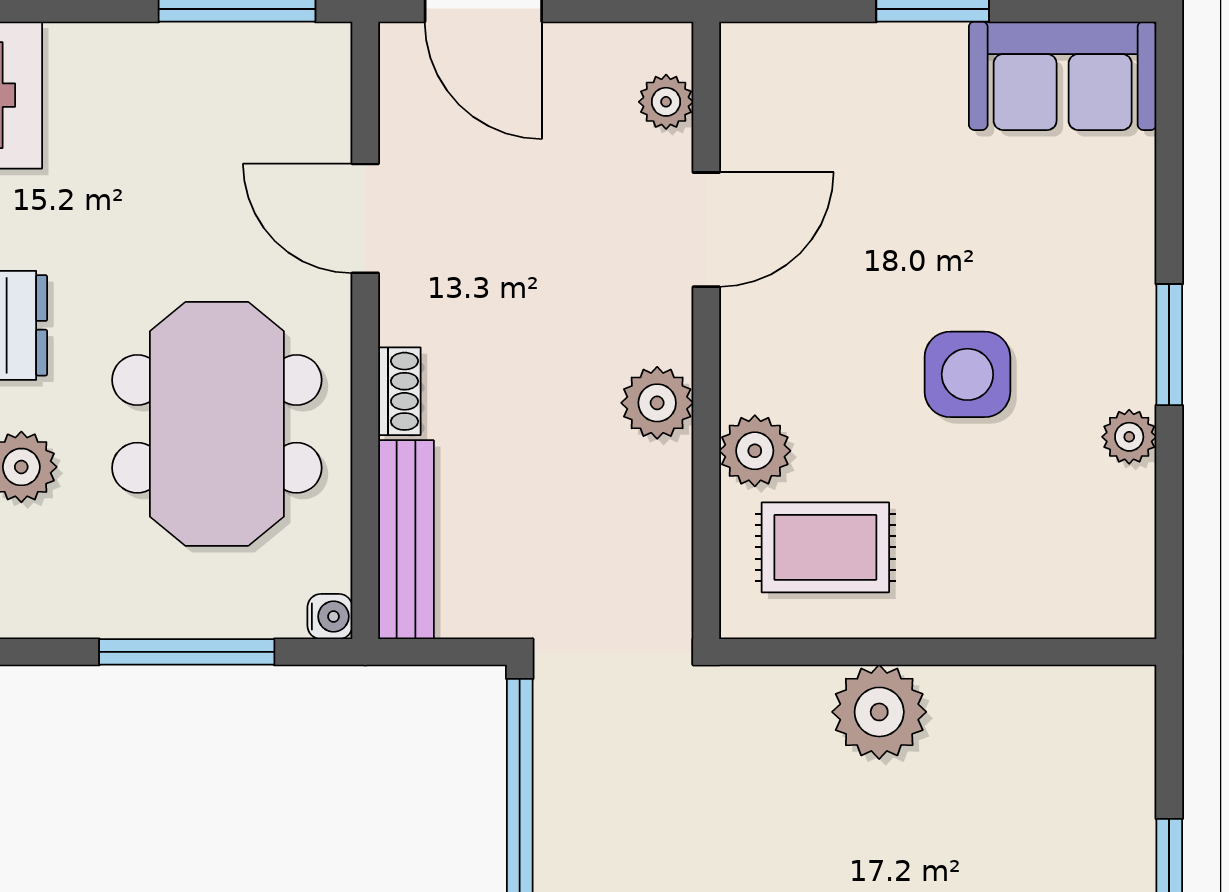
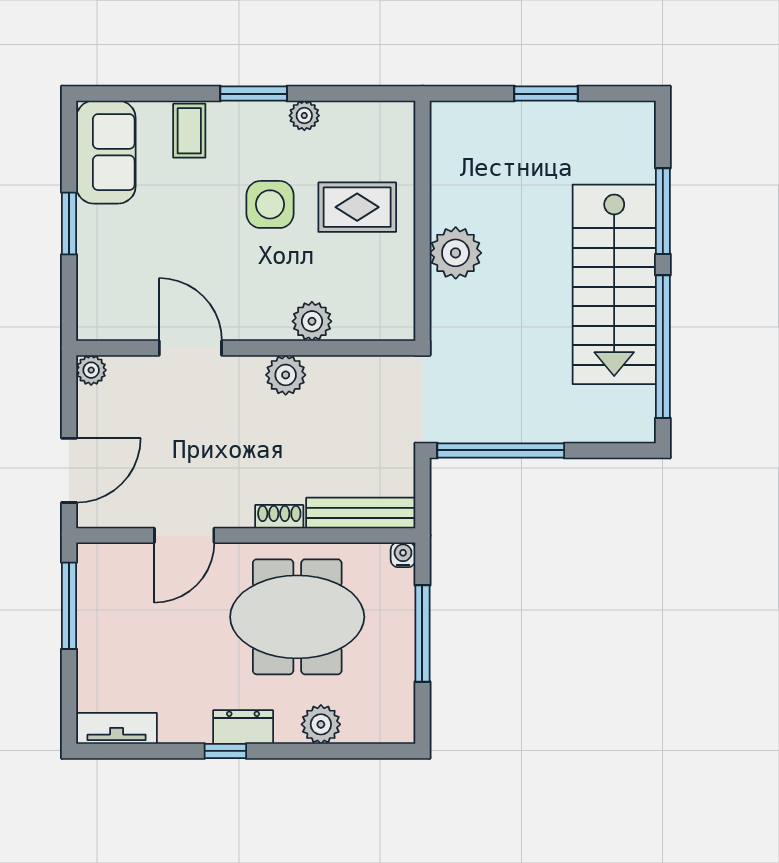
plant: (666, 102) -> (91, 370), moved
coffee table: (1102, 228) -> (189, 131), added
rug: (825, 547) -> (357, 207), moved, turned 90

